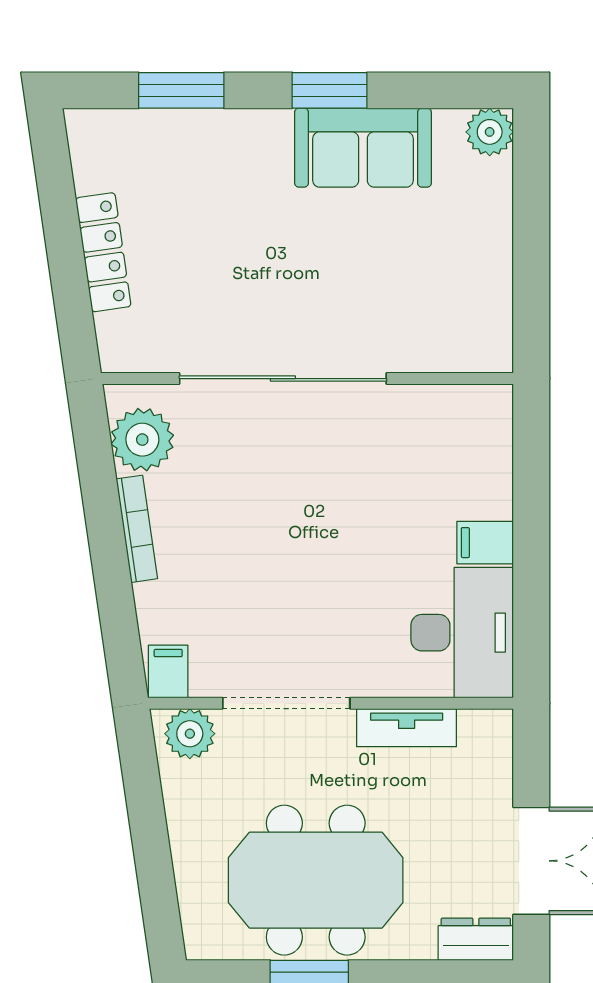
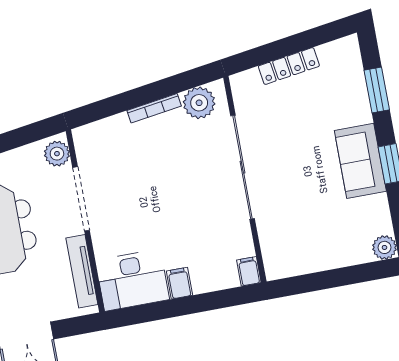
sofa: (363, 148) -> (360, 161), moved
filing cabinet: (168, 672) -> (249, 271), moved, turned -90
tv unit: (407, 728) -> (82, 271), width x1.41

